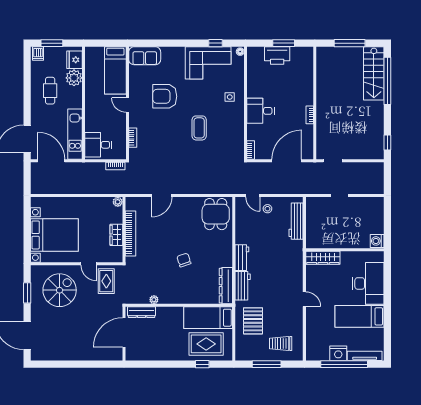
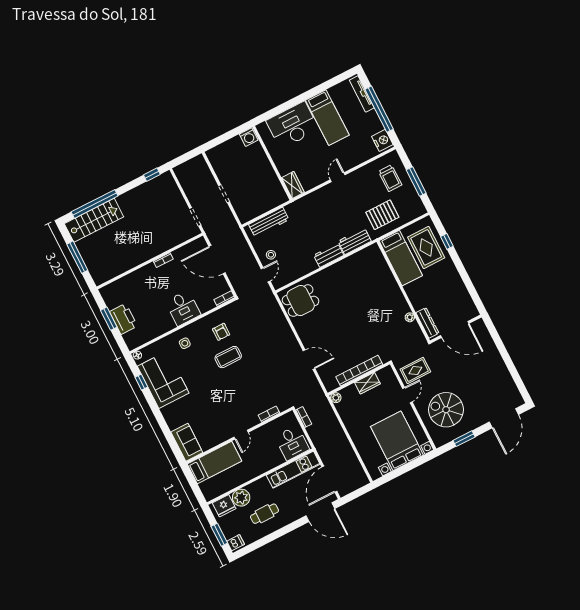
armchair: (165, 96) -> (221, 332), moved, width x0.53, depth x0.53
wardrobe: (323, 258) -> (293, 185), width x0.67
chair: (184, 260) -> (359, 308), removed
dresser: (226, 286) -> (362, 257), removed
nightstand: (338, 353) -> (382, 140), moved

